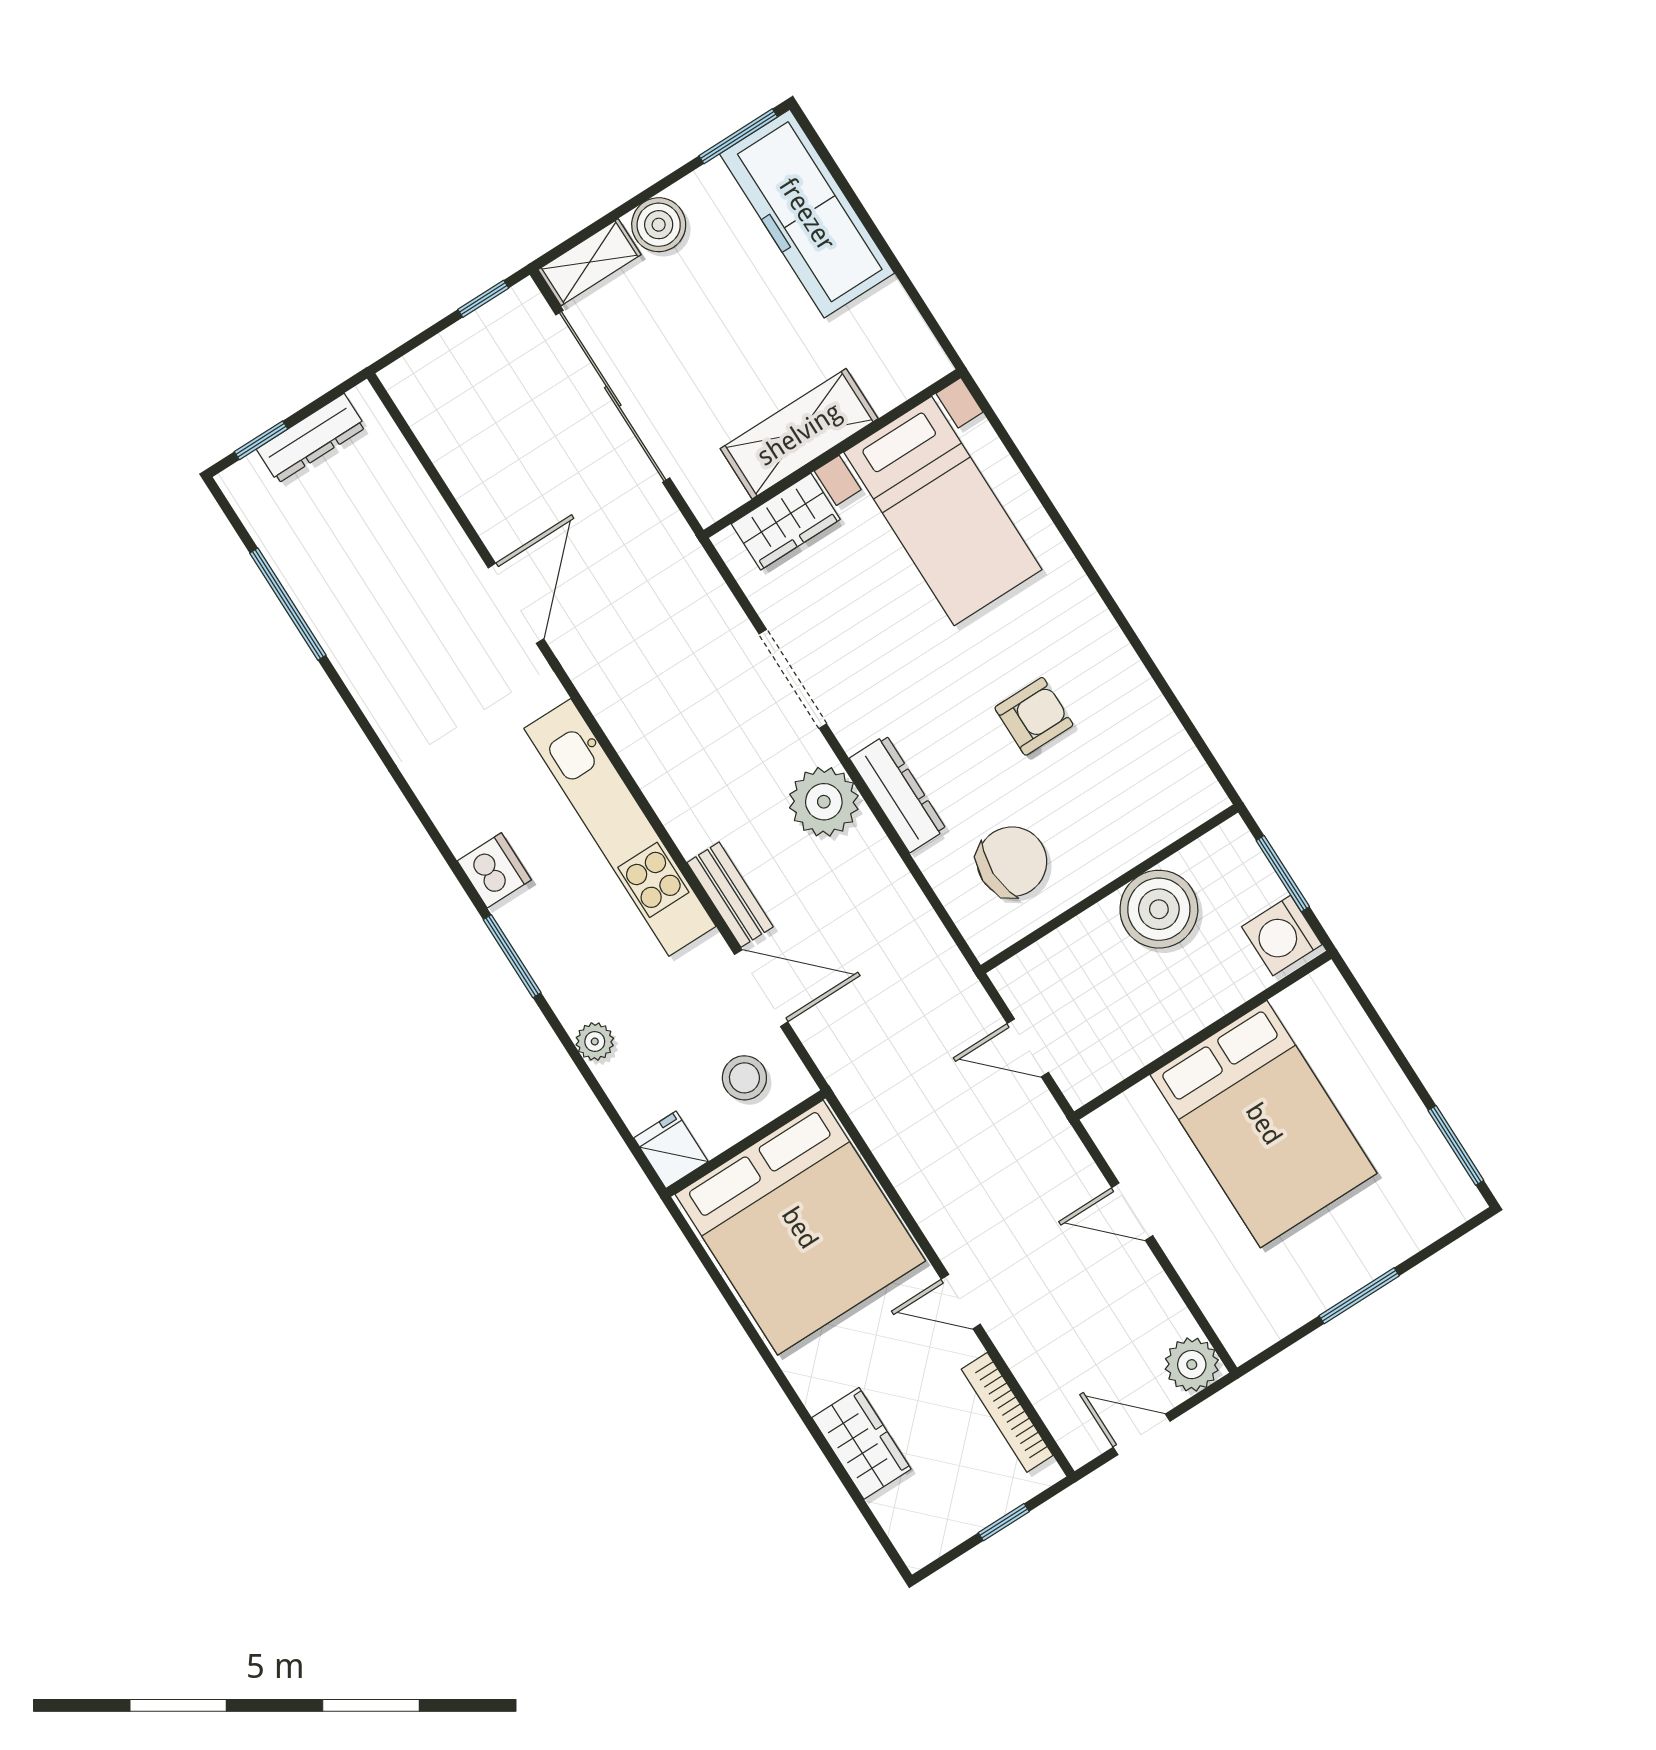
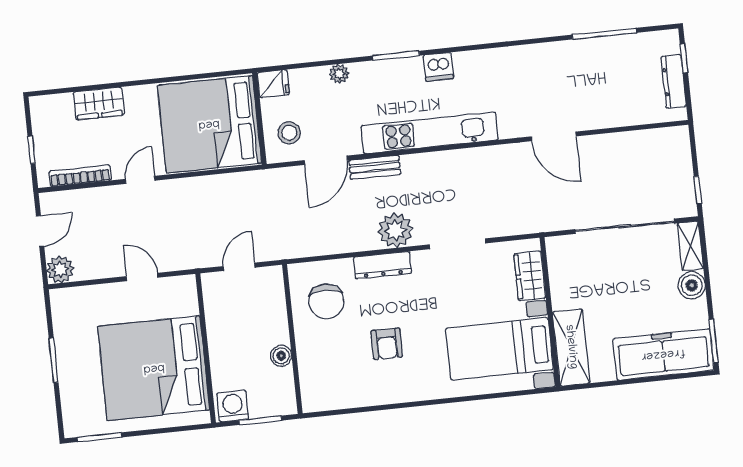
shelving: (799, 434) -> (571, 347), moved
boiler: (1159, 909) -> (281, 356), width x0.54, depth x0.54
bed: (1264, 1124) -> (154, 368), width x1.36
door: (1132, 1212) -> (142, 277), hinge flipped

